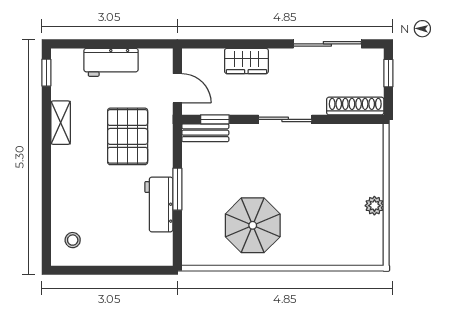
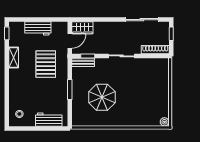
wardrobe: (246, 61) -> (82, 28), moved
door: (177, 88) -> (70, 41), hinge flipped
workbench: (159, 204) -> (49, 120), moved, turned 90
plant: (374, 206) -> (164, 122), moved
parasol: (253, 225) -> (102, 97), moved

